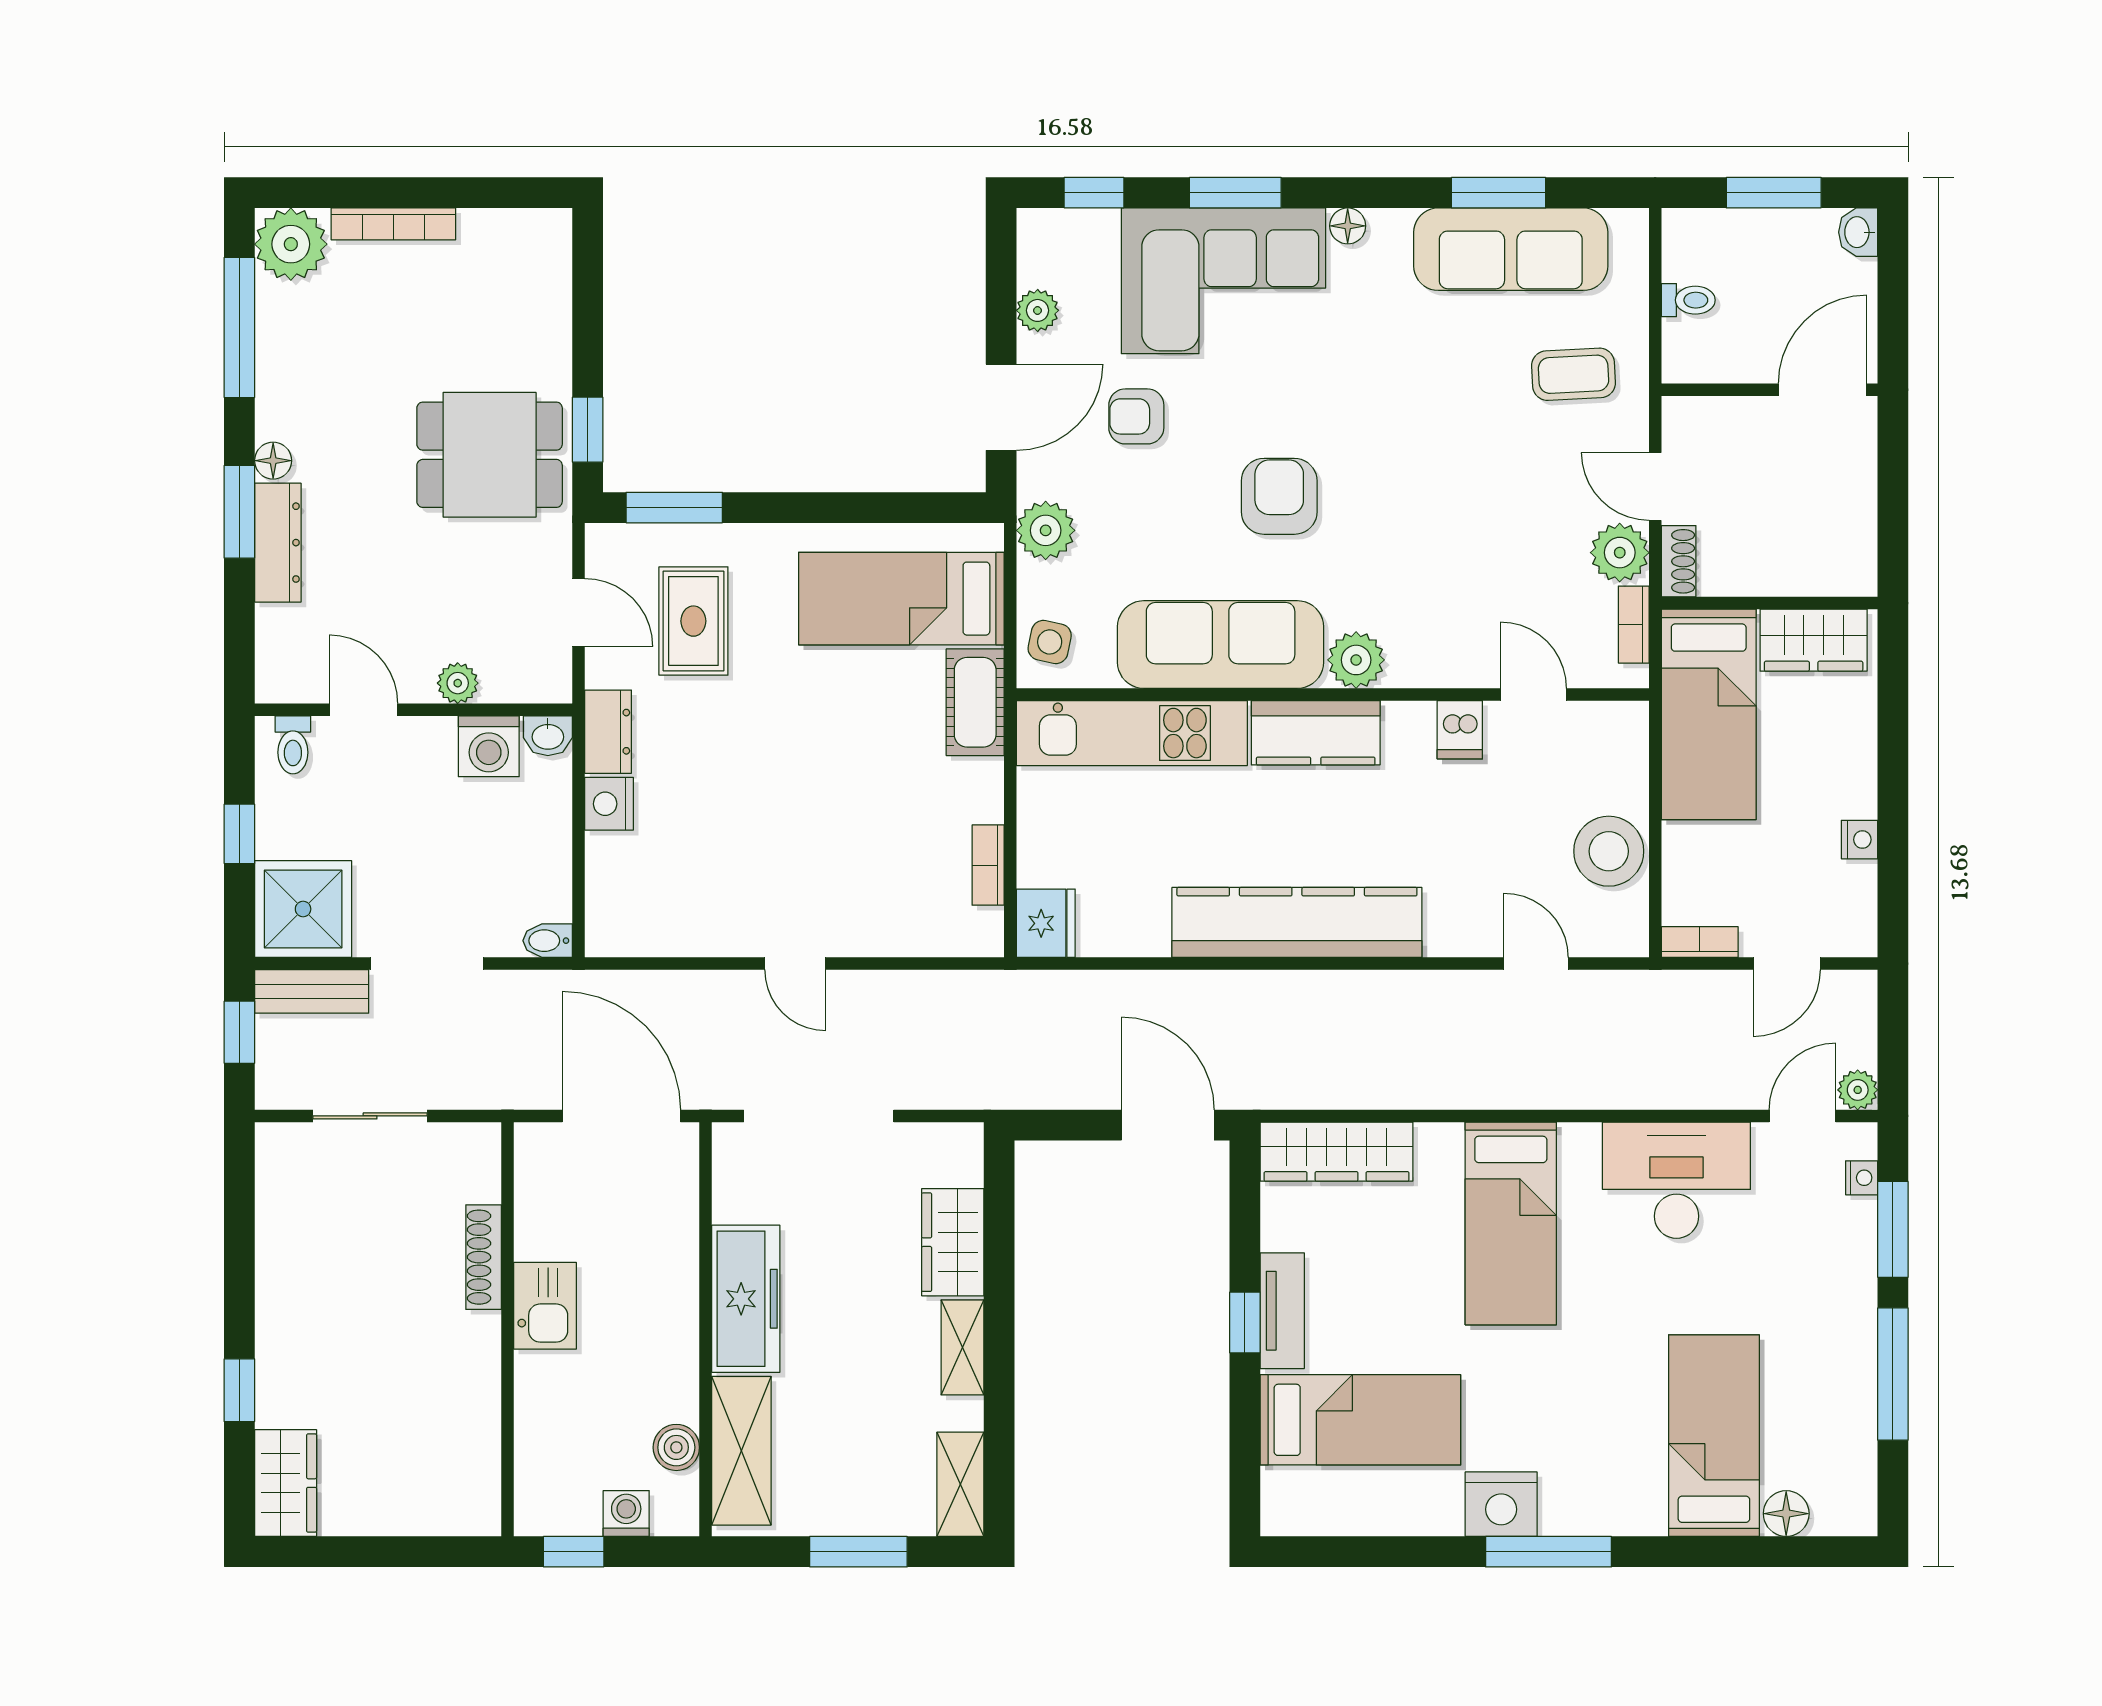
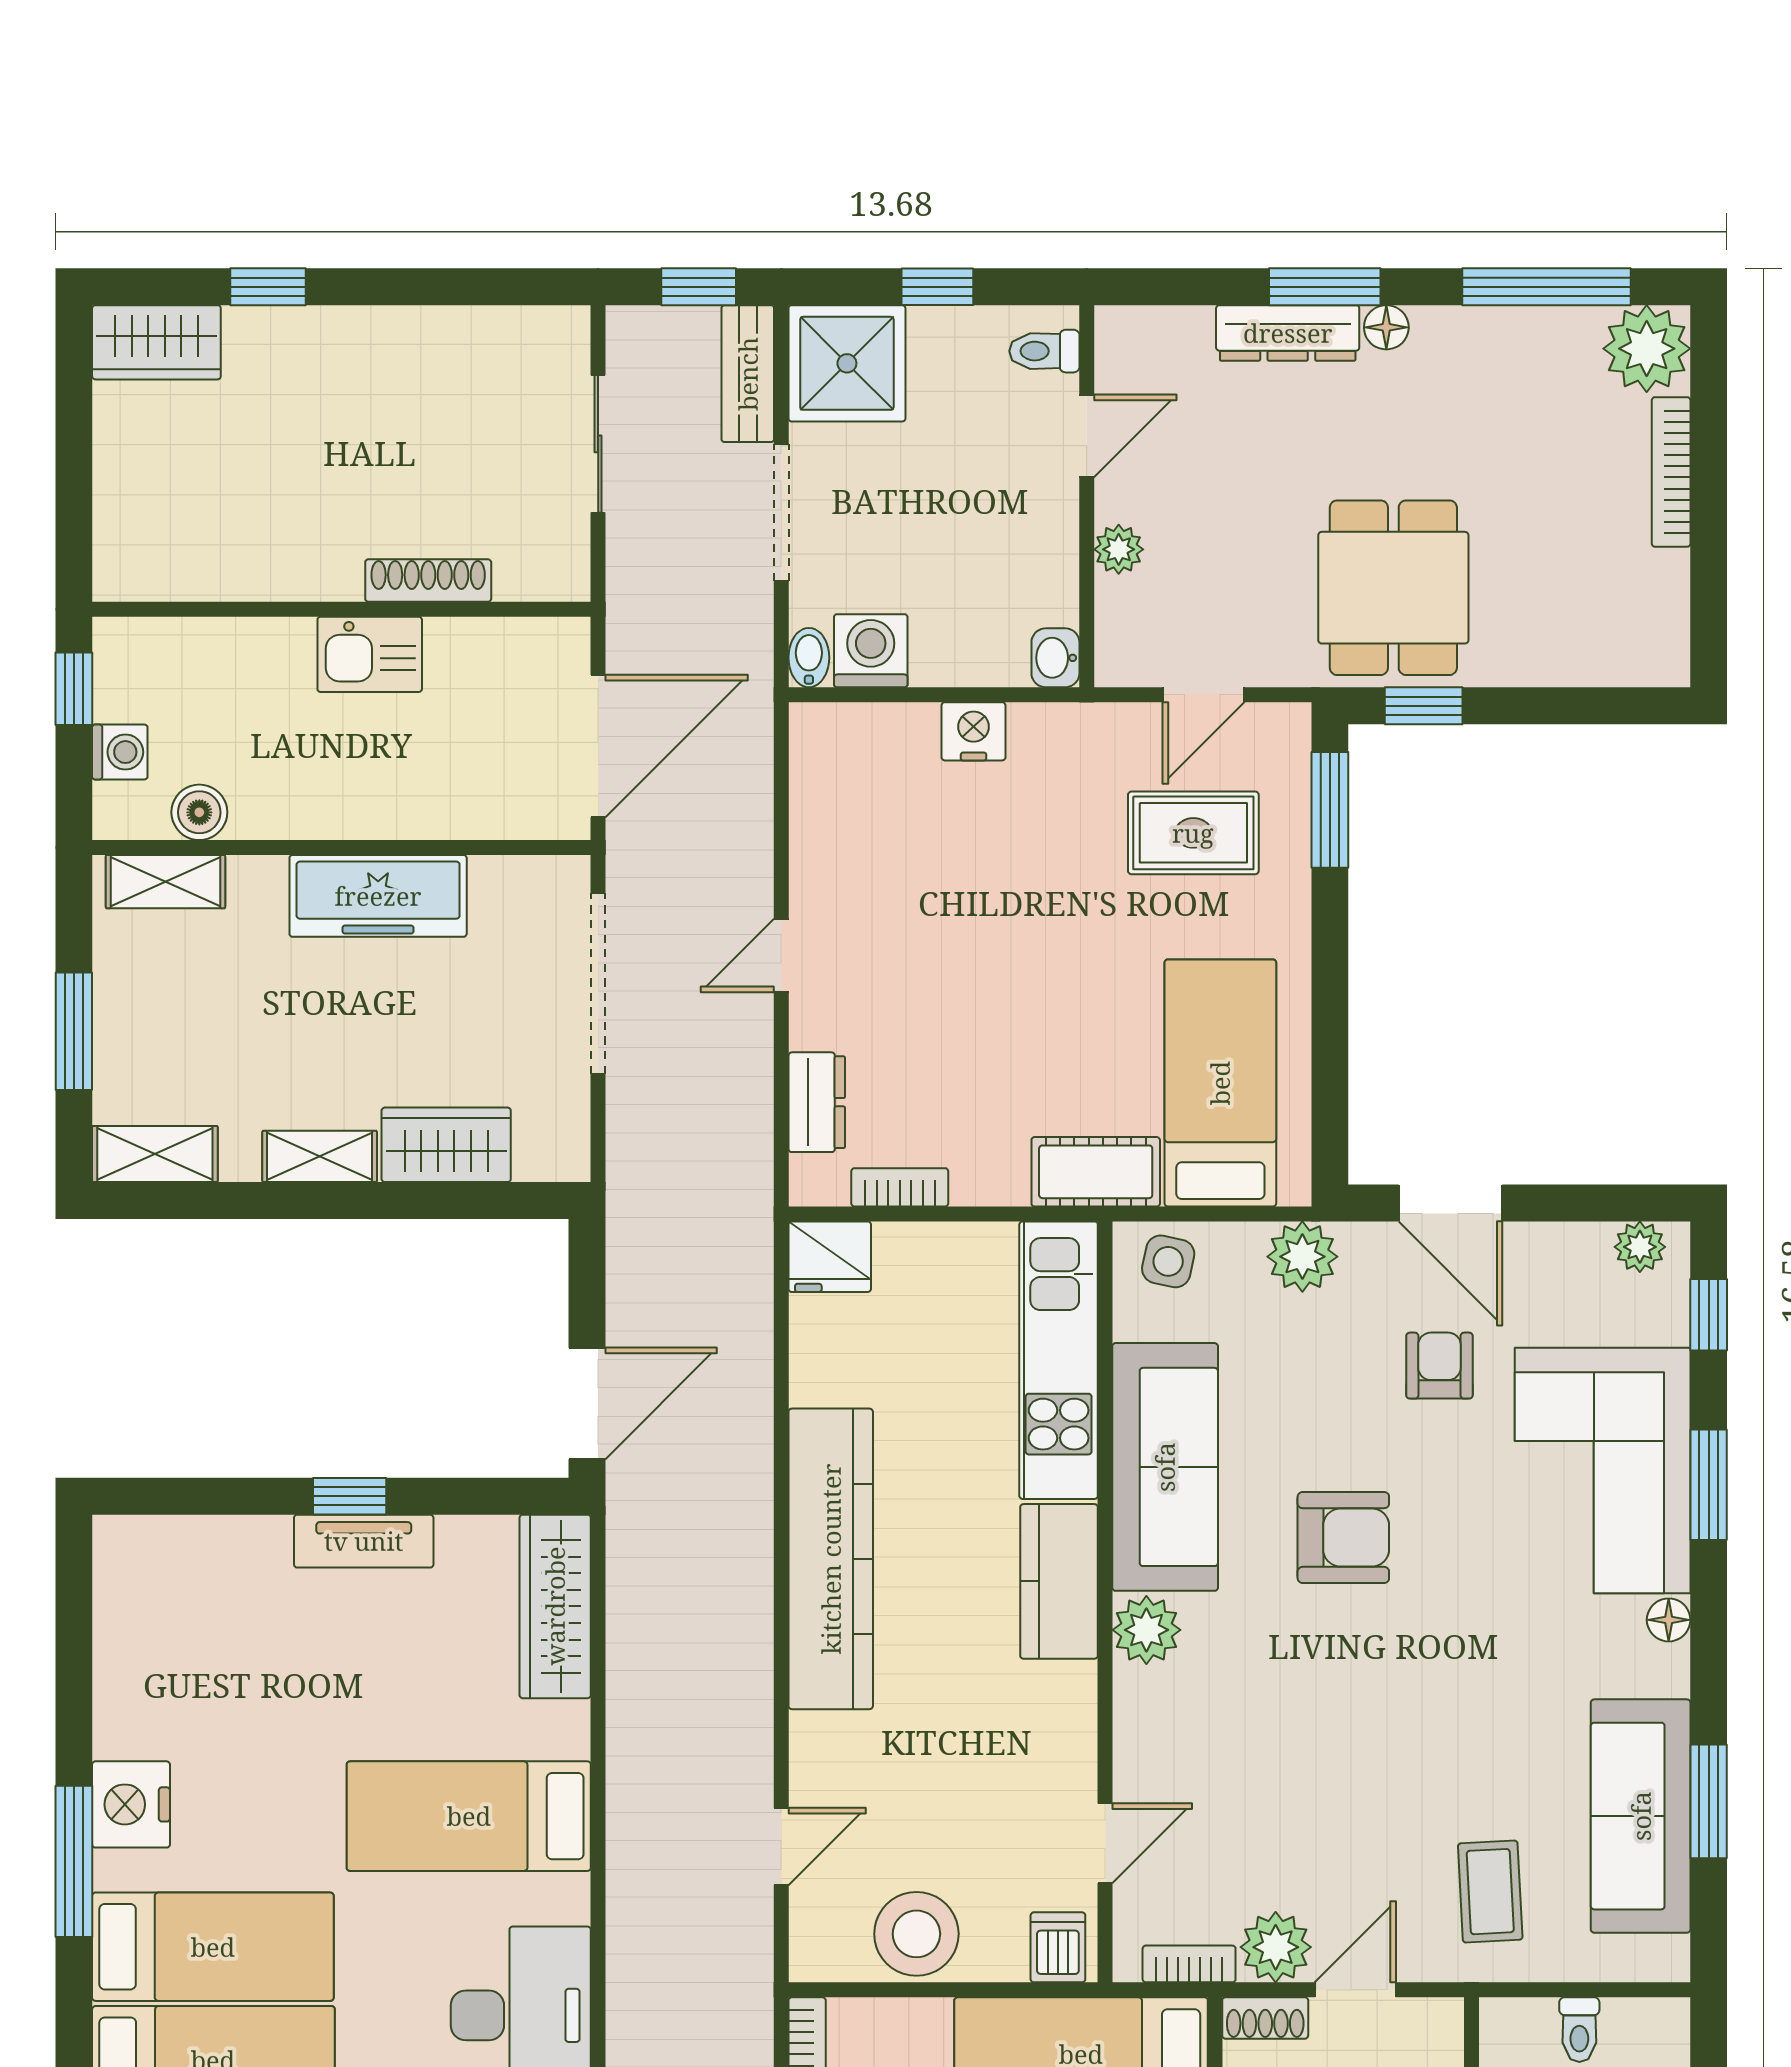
plant: (1038, 310) -> (1640, 1247), moved
dishwasher: (1460, 730) -> (1058, 1947), moved, turned 90
dresser: (608, 732) -> (817, 1102), moved, turned -90
washing machine: (489, 746) -> (871, 651), moved, turned 90
bed: (1360, 1420) -> (213, 1947), moved, turned -90
shelving: (741, 1451) -> (165, 882), width x0.67, depth x0.75

